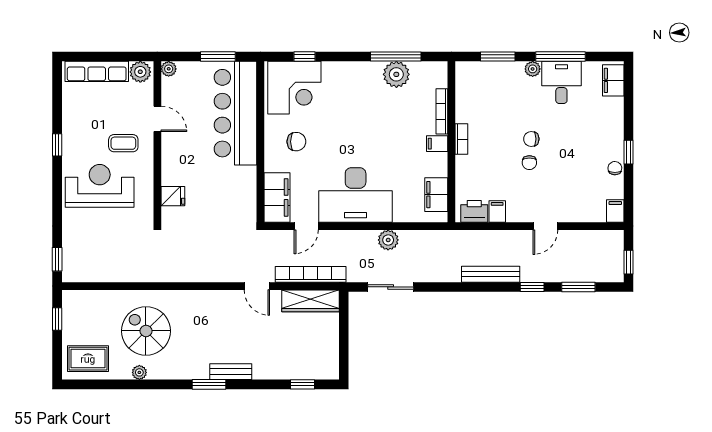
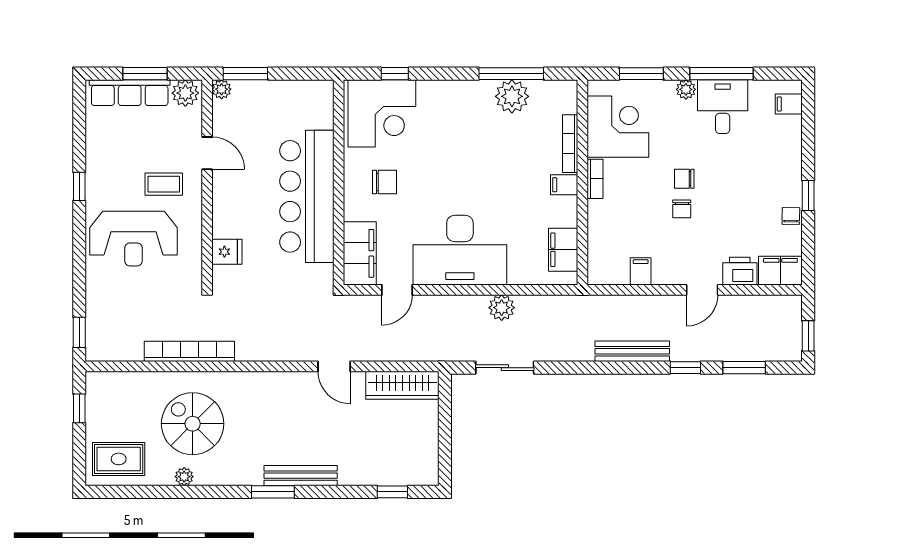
window: (109, 57) -> (145, 74), added
window: (218, 57) -> (245, 74), moved
filing cabinet: (613, 80) -> (789, 104), width x0.50
corner desk: (479, 98) -> (618, 127), added
bar counter: (235, 113) -> (307, 196), moved
reception desk: (100, 186) -> (133, 239), turned 180
printer: (474, 211) -> (740, 271), moved
filing cabinet: (615, 211) -> (780, 271), width x2.00
bookcase: (311, 274) -> (189, 351), moved
bench: (231, 372) -> (301, 476), width x1.36

